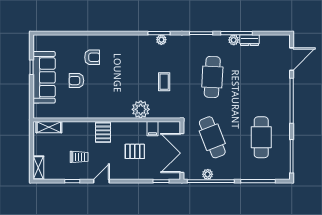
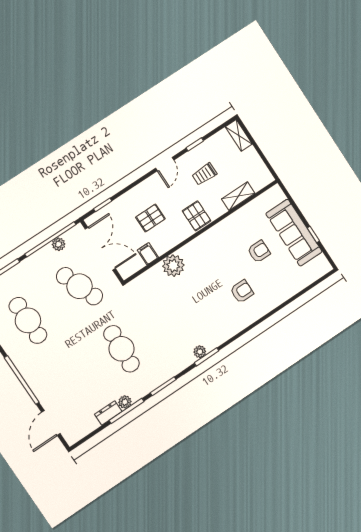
armchair: (92, 57) -> (242, 291), moved, turned 180
coffee table: (164, 82) -> (168, 311), removed
shelving: (49, 127) -> (238, 196), moved

